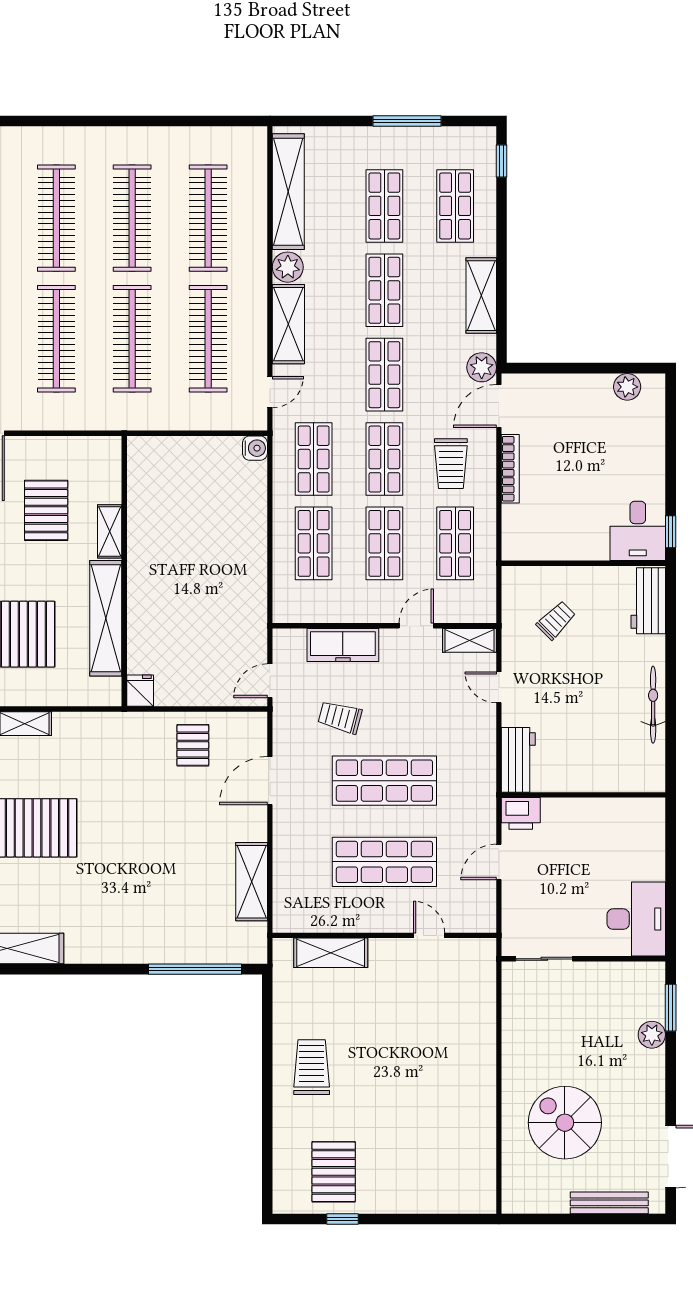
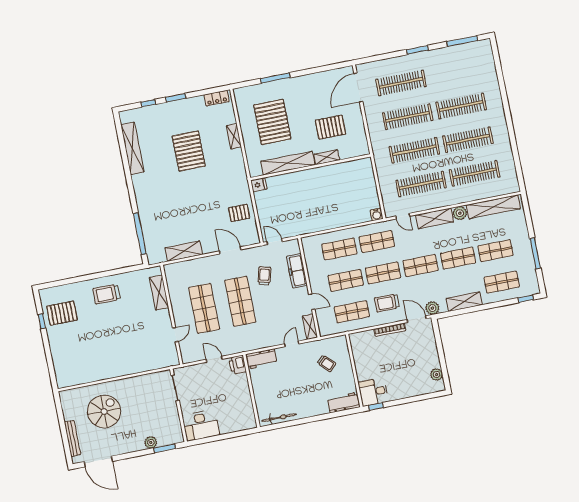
bicycle: (653, 705) -> (279, 418), moved
trolley: (312, 1067) -> (106, 294), turned 180

